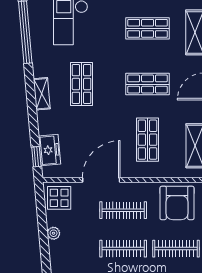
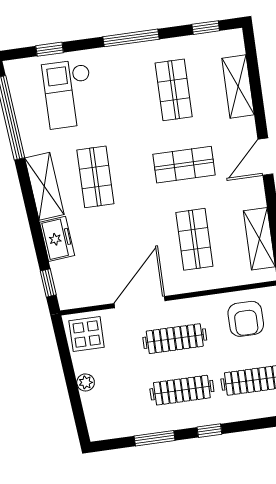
shop shelf: (148, 28) -> (174, 90), turned 90
shelving: (42, 94) -> (44, 186), width x1.50, depth x1.33
freezer: (49, 150) -> (57, 239), moved
armchair: (177, 203) -> (246, 319), width x0.73, depth x0.73

